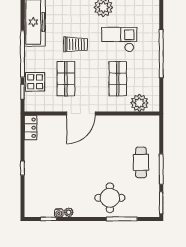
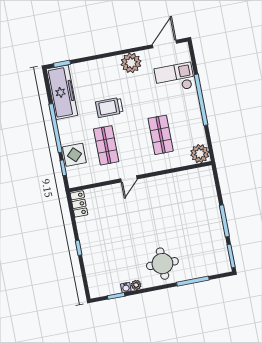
checkout: (119, 40) -> (175, 78), moved
trolley: (76, 44) -> (109, 107), turned 180
plant: (139, 103) -> (200, 154), moved
door: (81, 114) -> (129, 179), width x0.53
cafe table: (141, 162) -> (202, 218), removed
round table: (110, 198) -> (162, 264), moved

